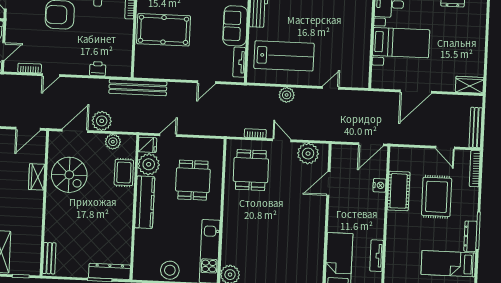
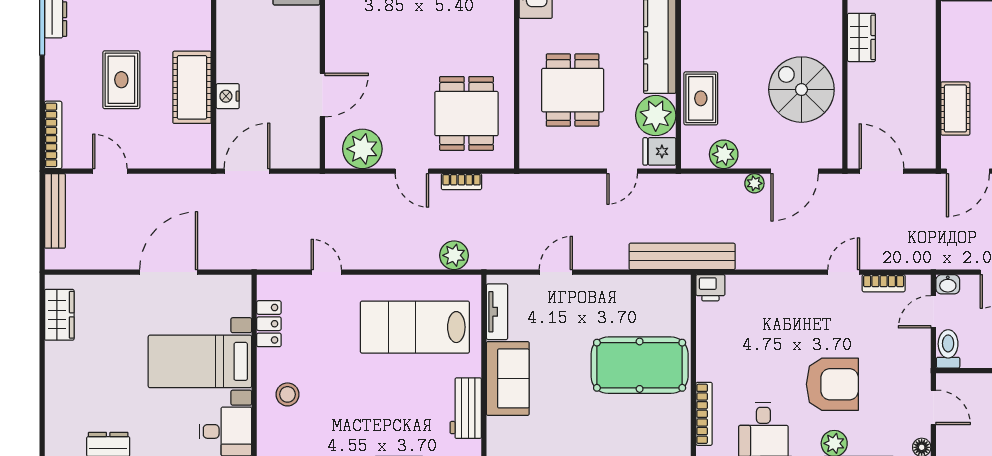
stool: (355, 23) -> (287, 394), added
locker: (363, 61) -> (269, 324), added
printer: (98, 69) -> (710, 288), moved
wardrobe: (470, 85) -> (59, 315), moved, turned -90
door: (331, 88) -> (326, 272), swing flipped
plant: (287, 95) -> (454, 255), moved
plant: (102, 121) -> (754, 183), width x0.53, depth x0.53
door: (28, 129) -> (881, 171), hinge flipped
wardrobe: (37, 177) -> (861, 37), moved
rug: (437, 197) -> (121, 80), width x0.73, depth x0.70

